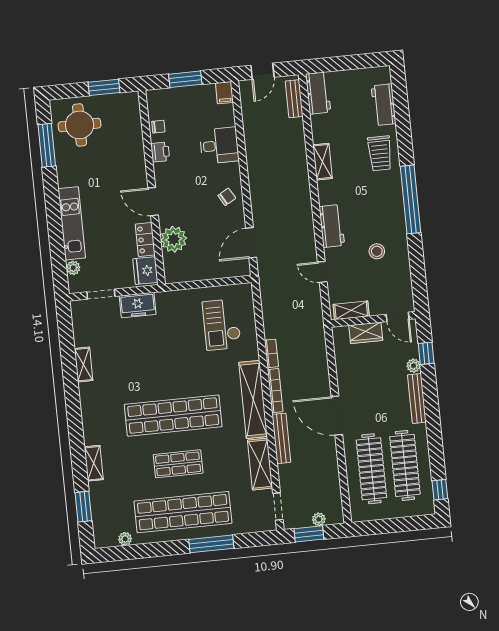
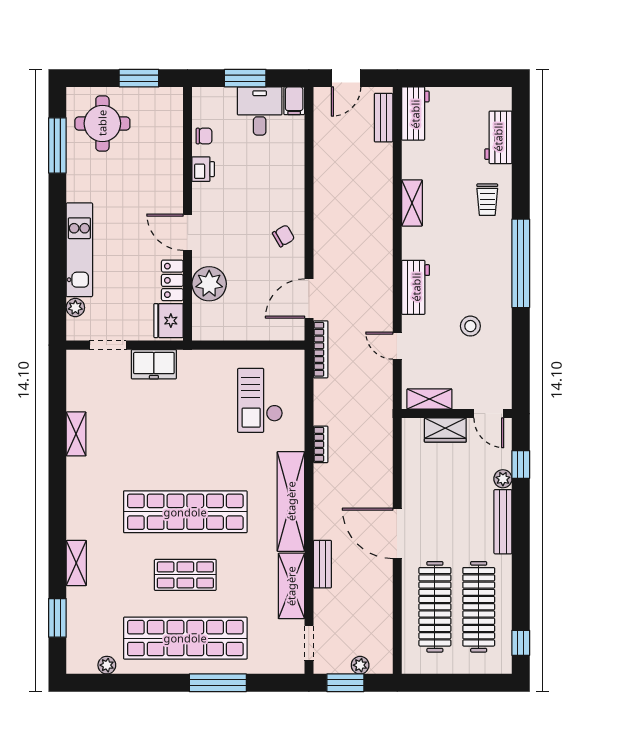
desk: (219, 146) -> (260, 111), moved, turned -90
trolley: (380, 153) -> (487, 200), width x0.73, depth x0.72
bookcase: (275, 391) -> (321, 349), moved
bench: (281, 438) -> (322, 564), width x0.73

